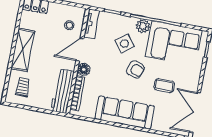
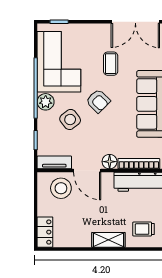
stool: (69, 25) -> (61, 188), width x1.89, depth x1.89
shelving: (23, 50) -> (108, 240), width x0.67, depth x0.75
armchair: (135, 69) -> (98, 101), turned 117

